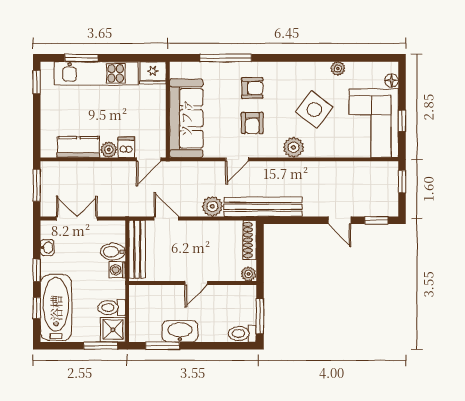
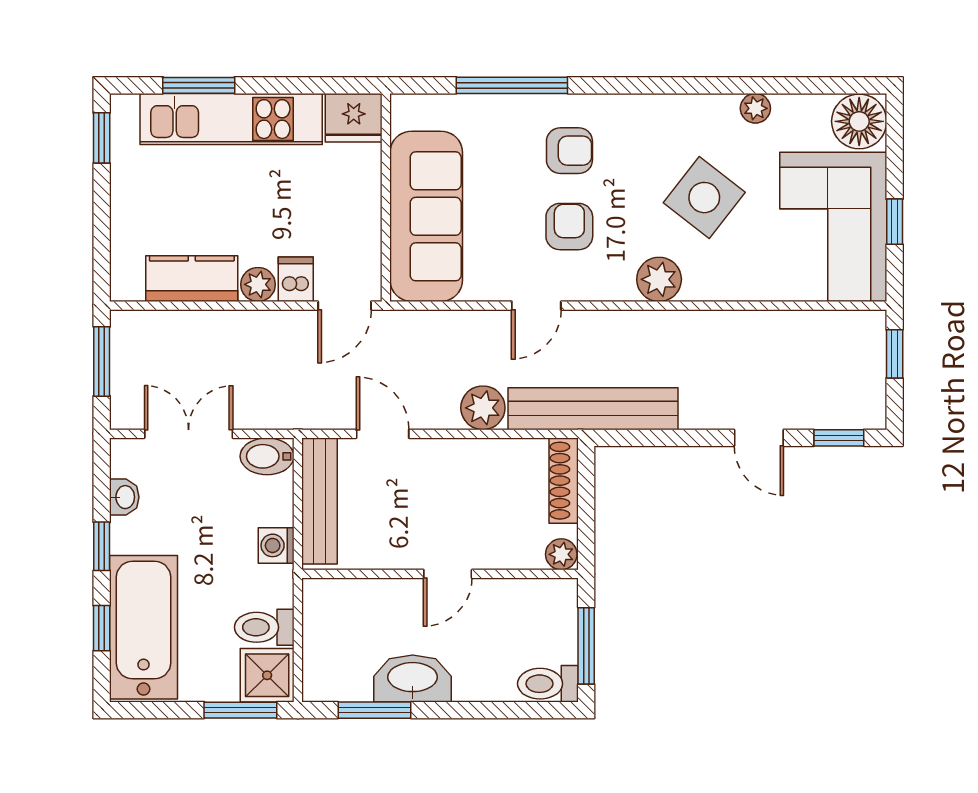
floor lamp: (392, 80) -> (859, 121), width x1.89, depth x1.89
armchair: (252, 123) -> (569, 227), turned 180
bidet: (113, 252) -> (267, 456), moved

